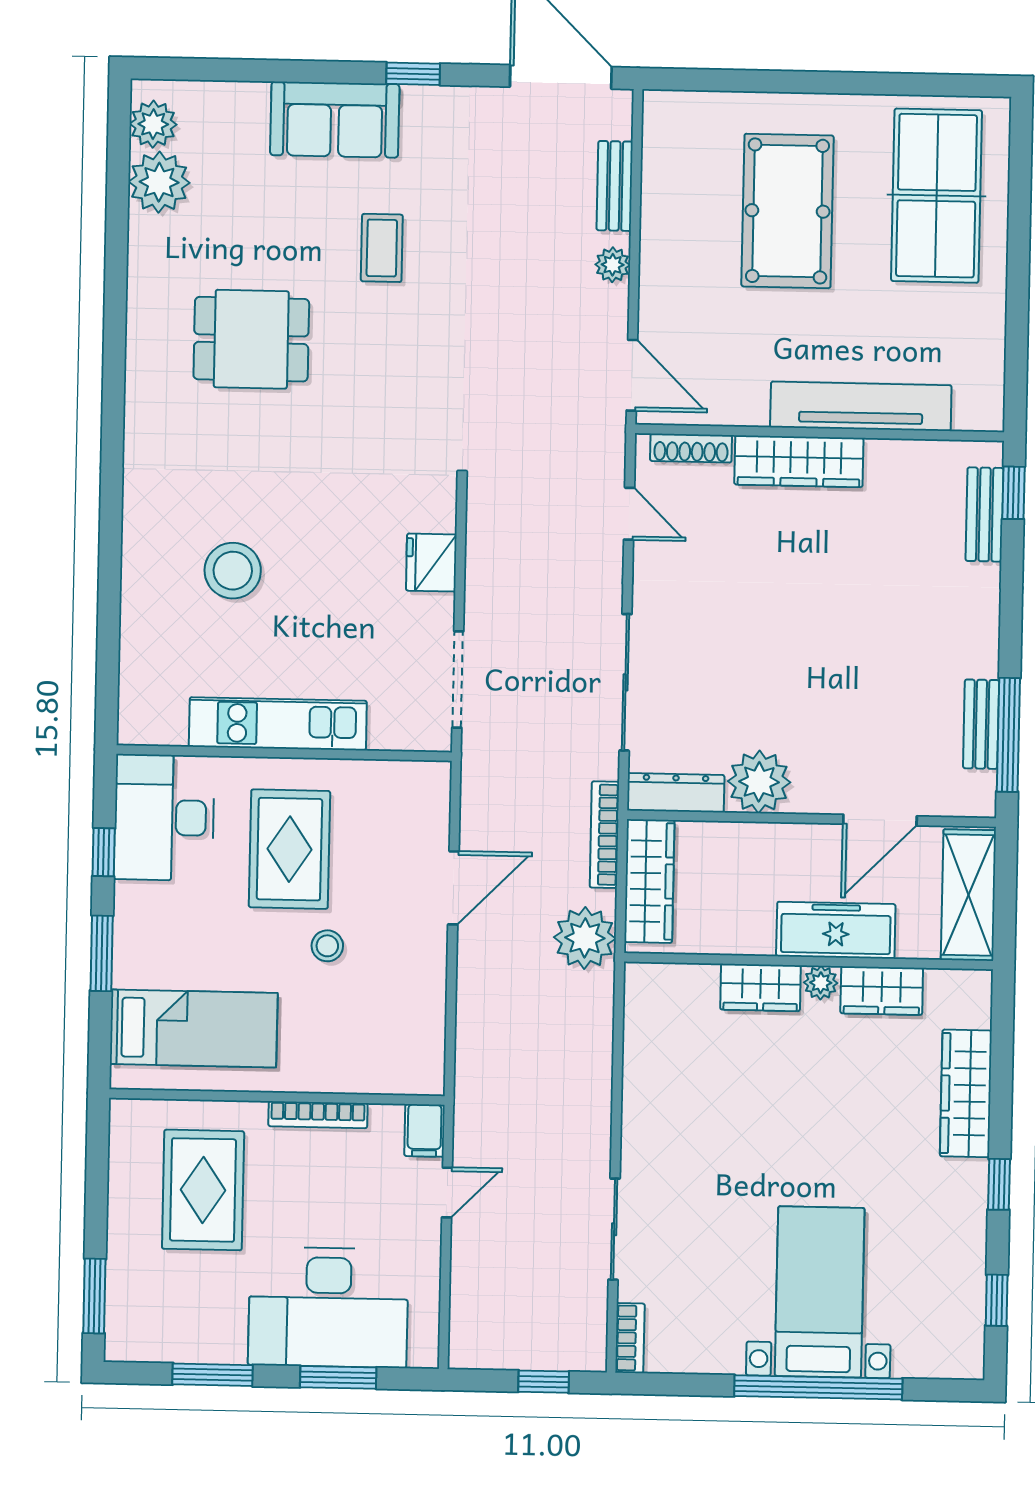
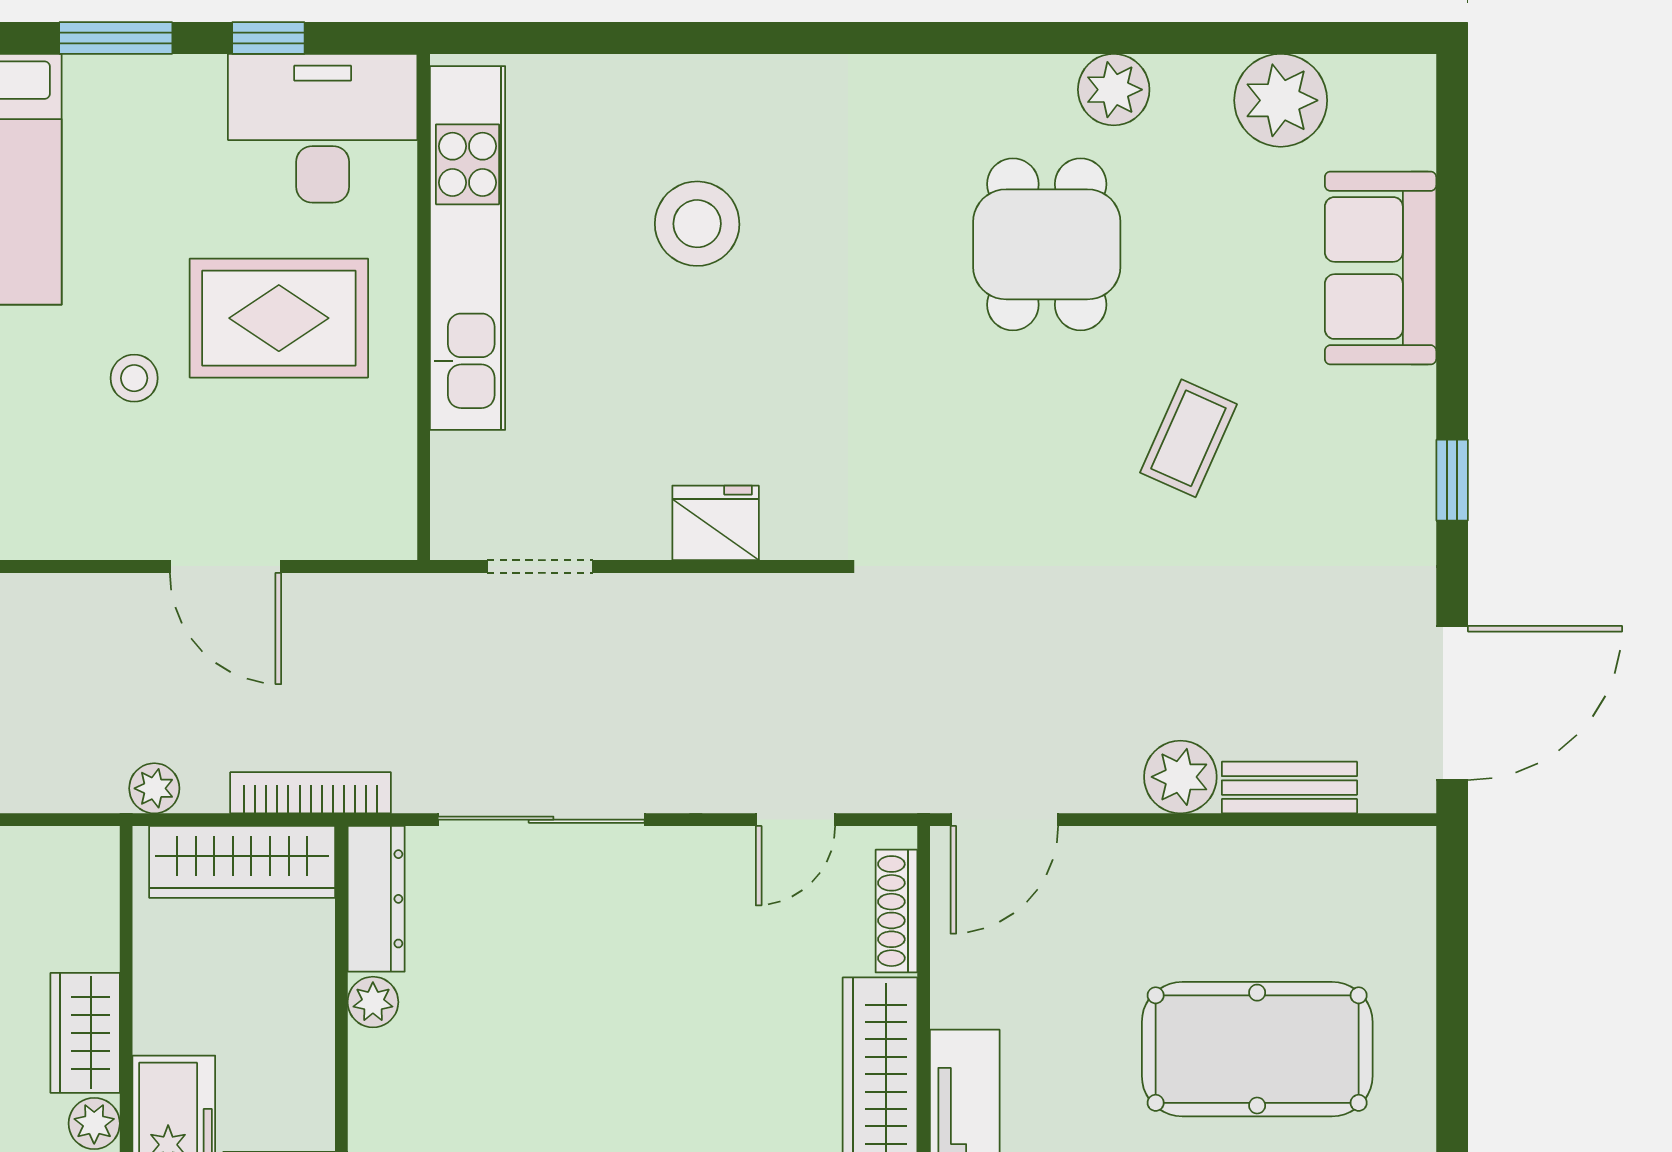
sofa: (335, 120) -> (1381, 268), moved
plant: (153, 124) -> (1114, 90), moved
coffee table: (382, 248) -> (1188, 438), turned -66
plant: (613, 265) -> (1180, 777), width x1.38, depth x1.38
doorway: (458, 679) -> (540, 566), width x0.73
kitchen unit: (278, 724) -> (468, 248), width x1.36
plant: (759, 782) -> (373, 1002), width x0.53, depth x0.53
plant: (585, 938) -> (154, 788), width x0.53, depth x0.53

